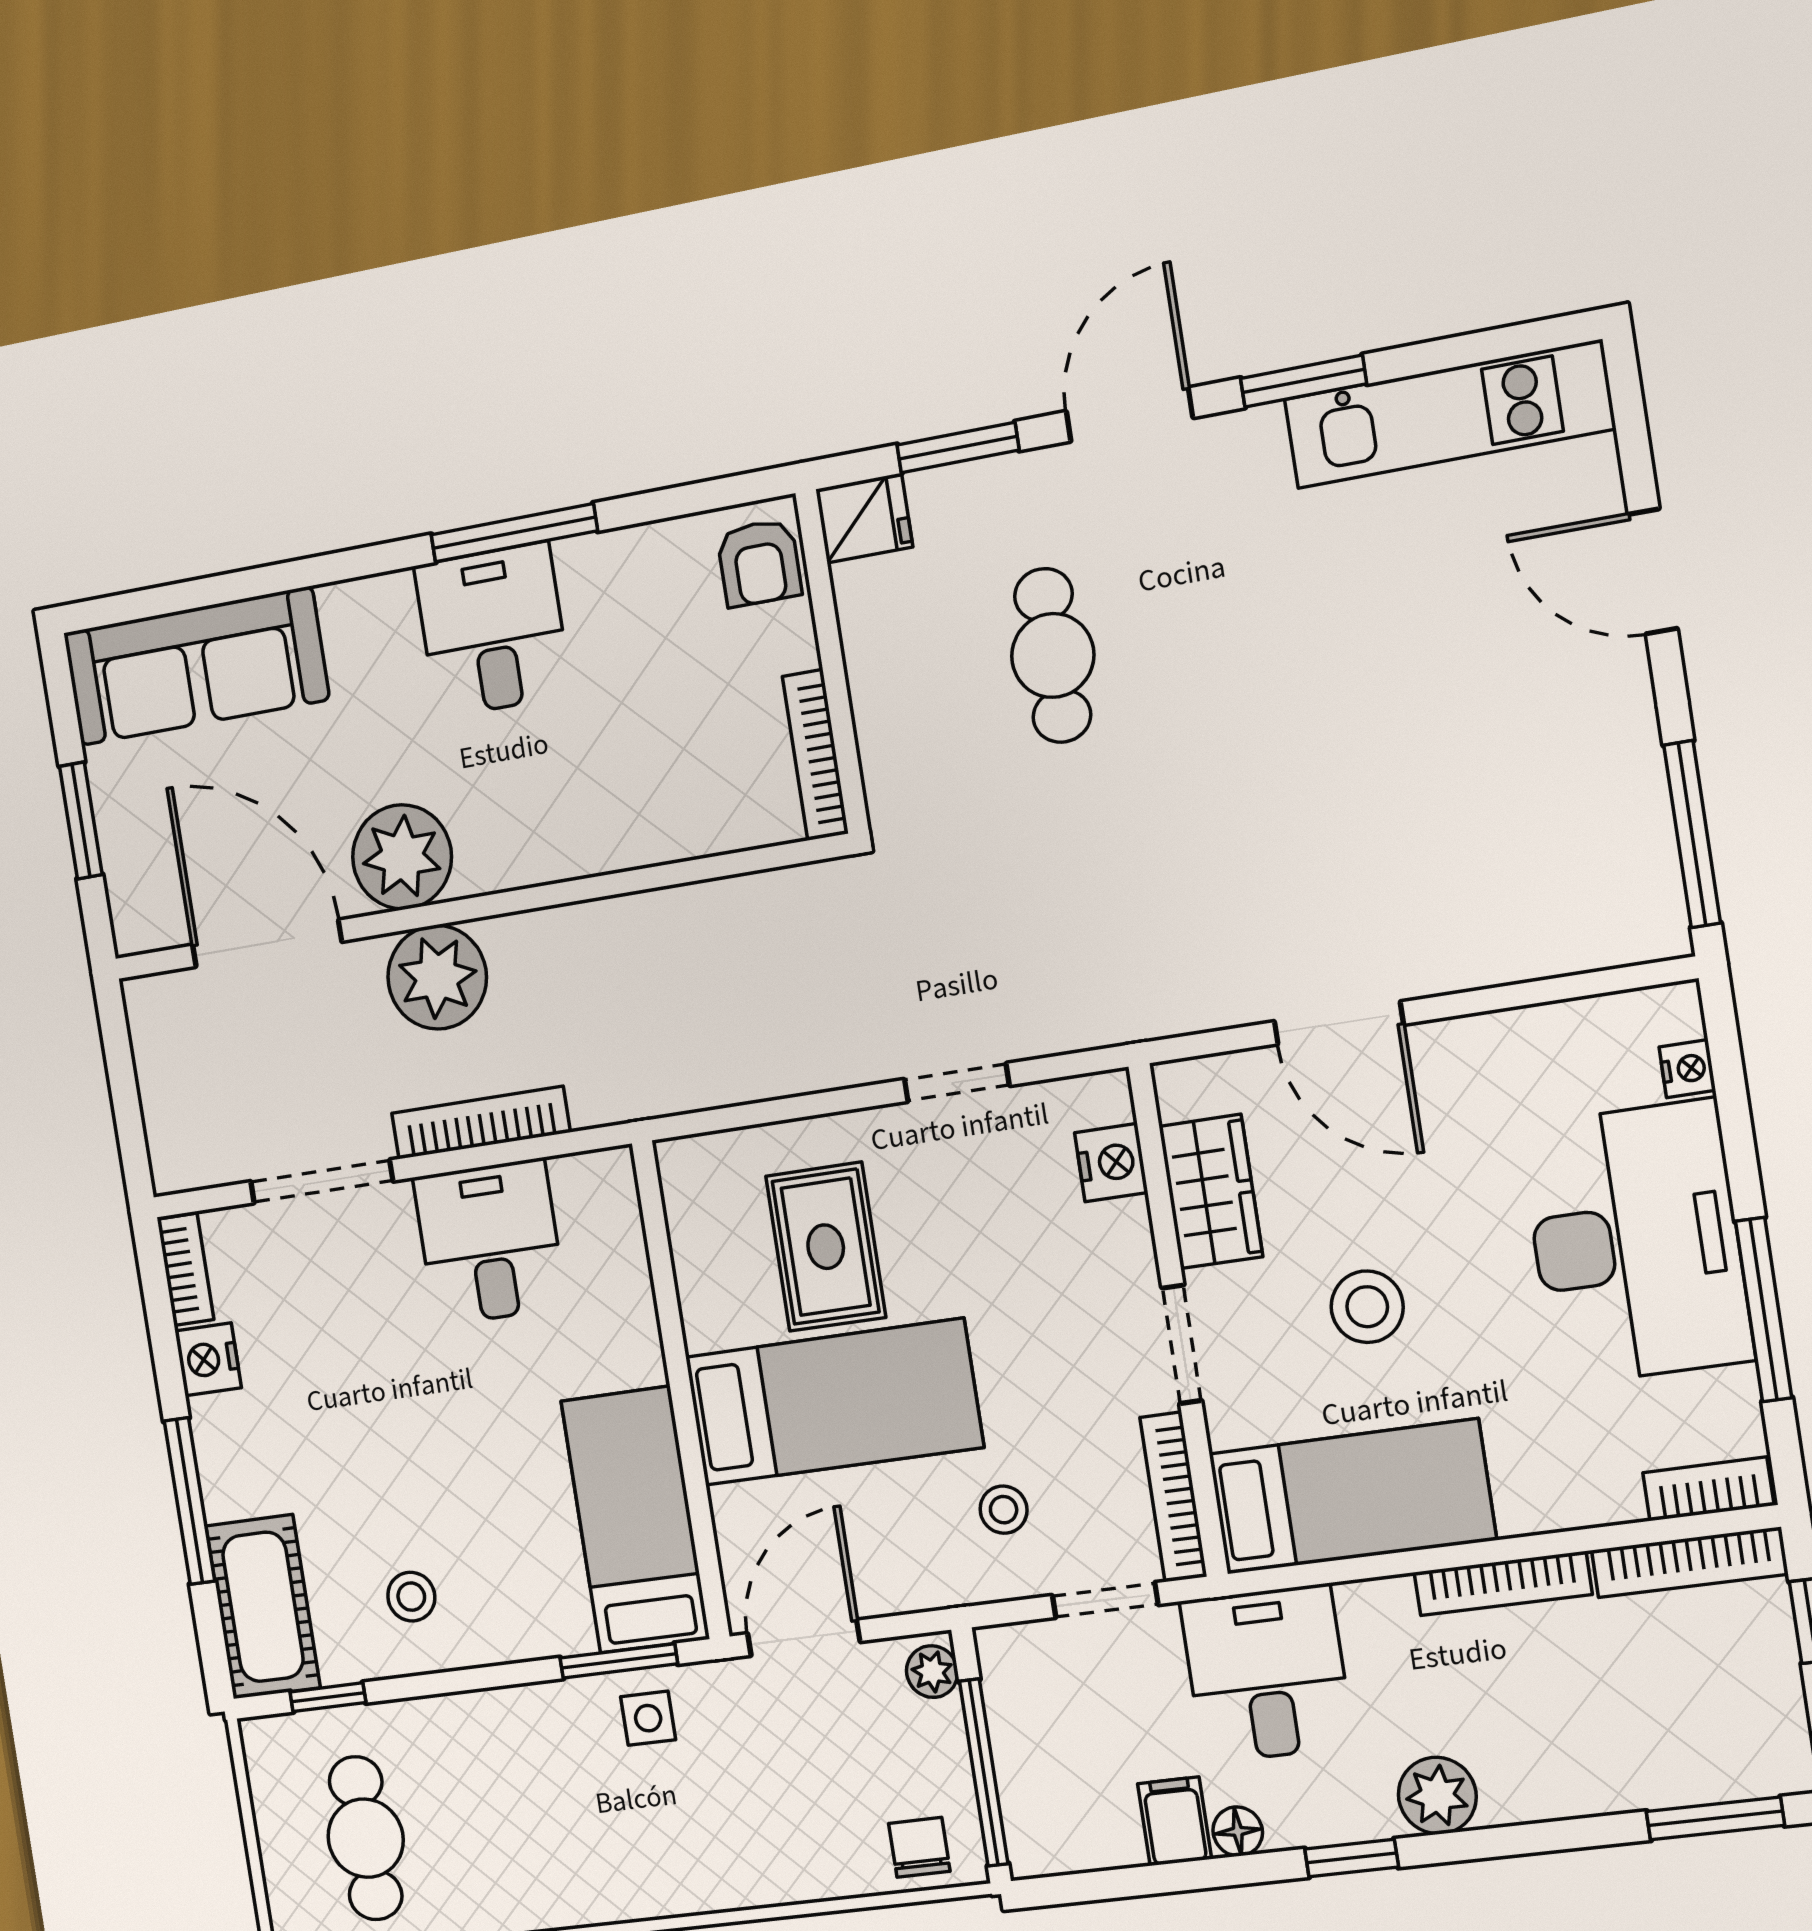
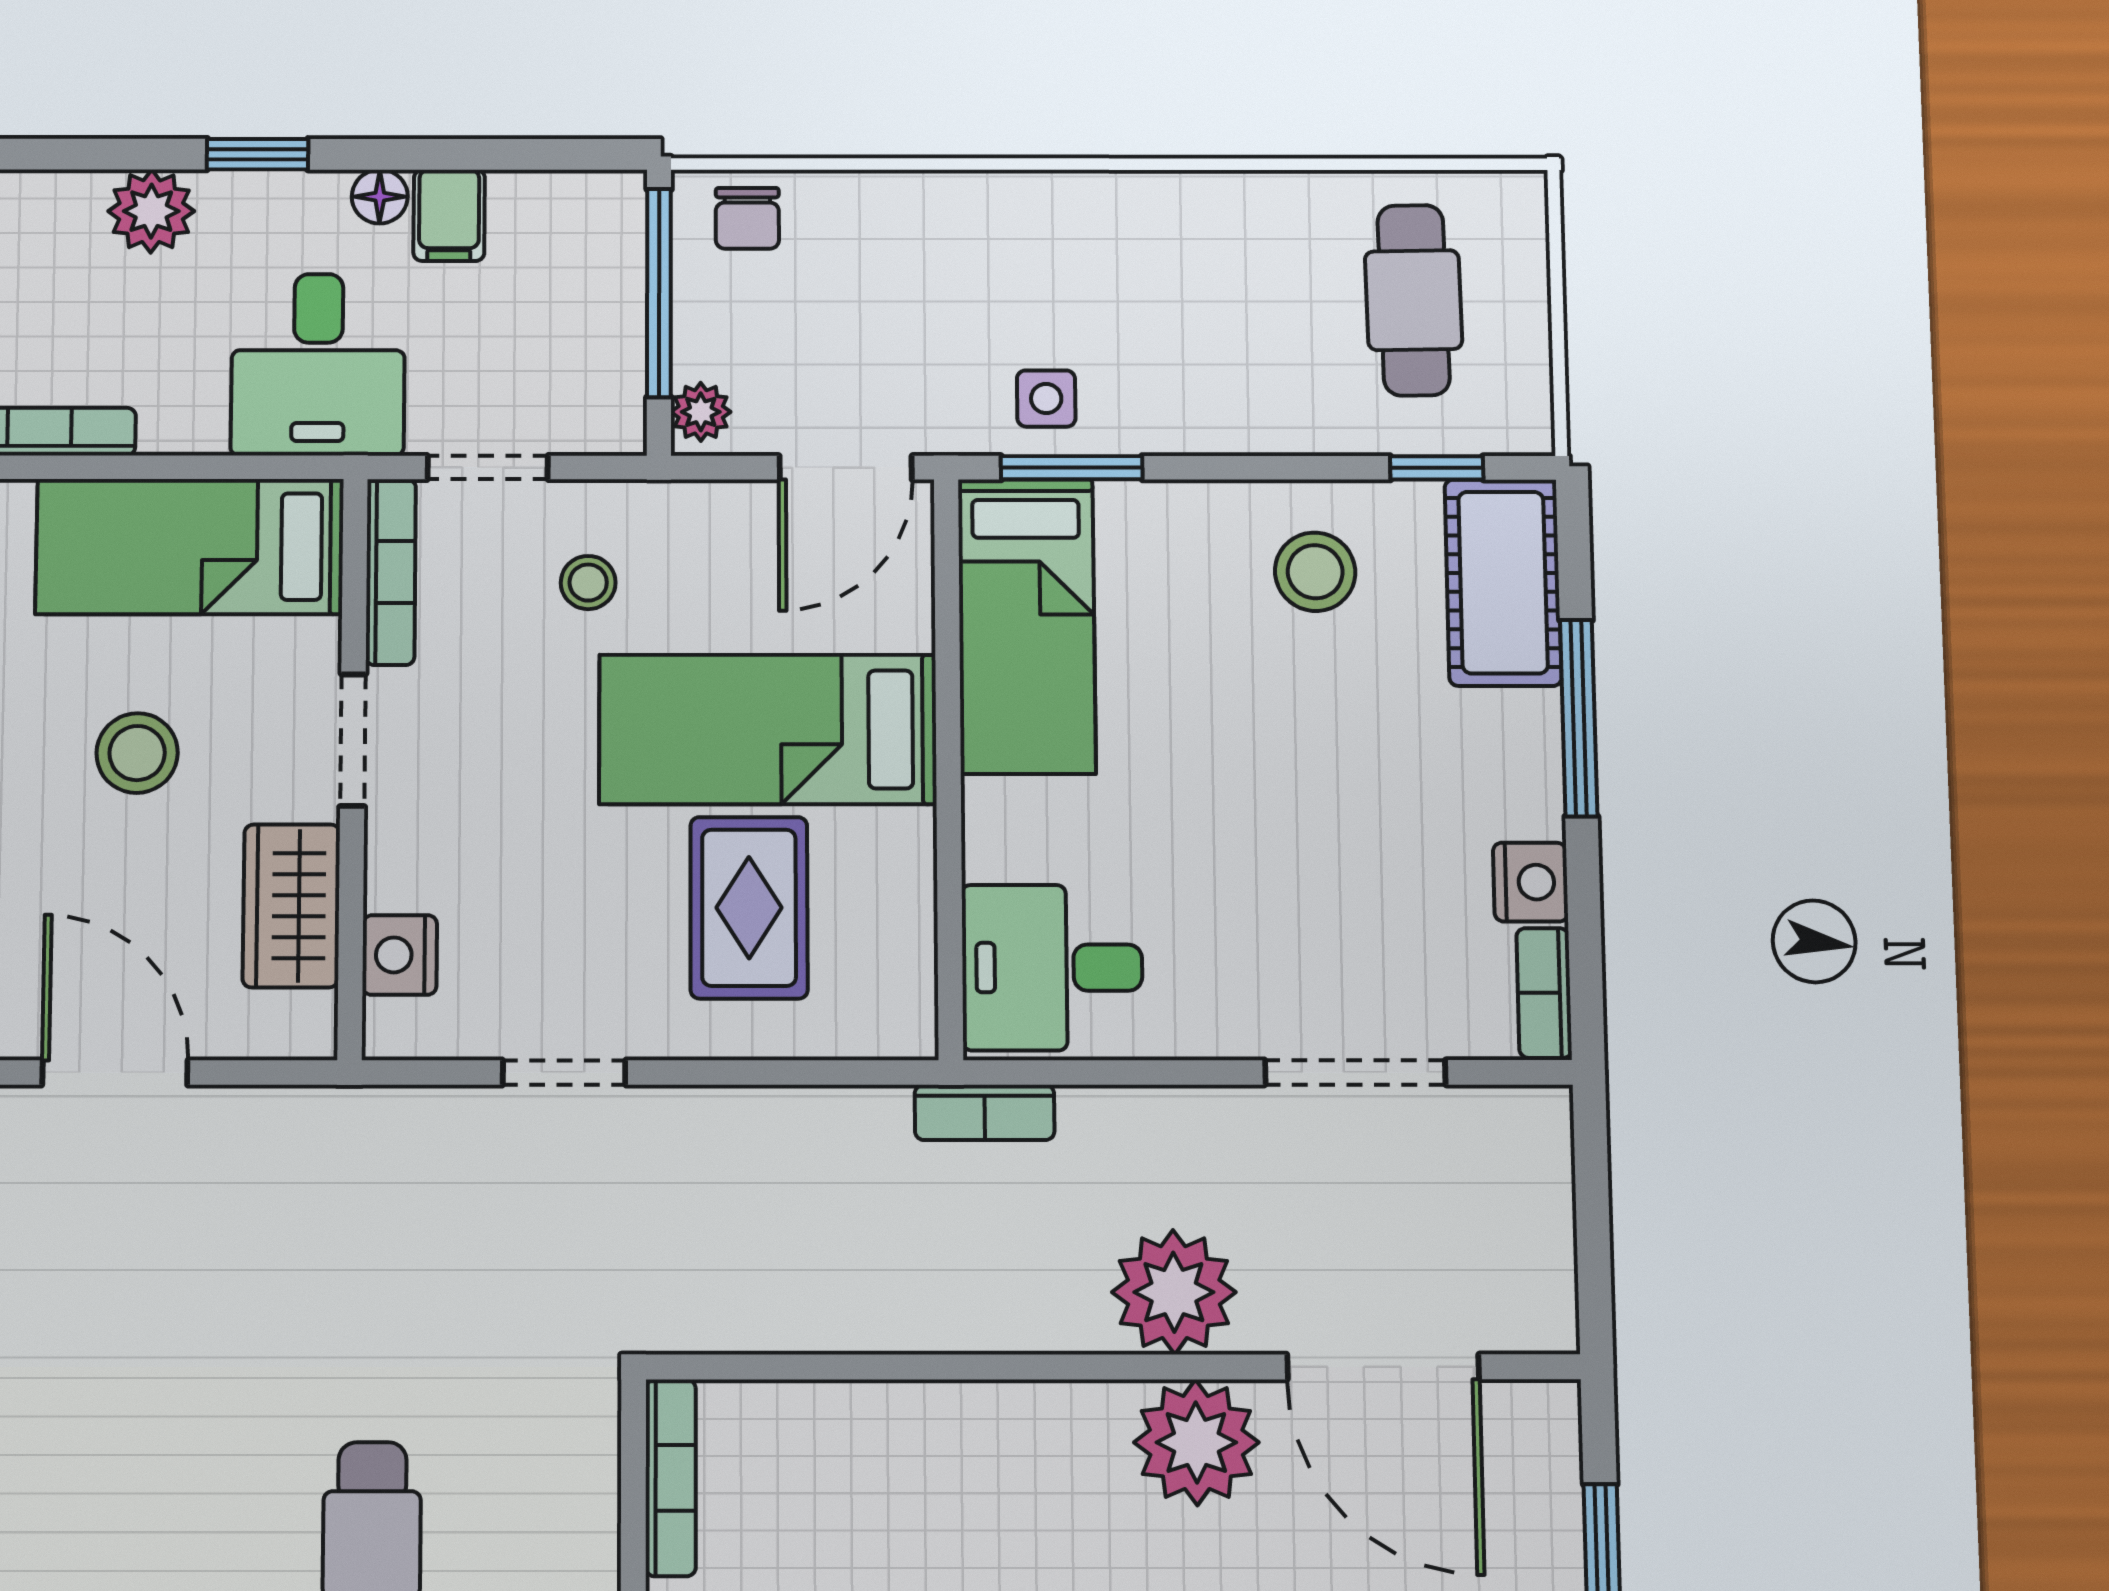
bookcase: (481, 1123) -> (985, 1112), moved, width x0.64
desk: (490, 1242) -> (1052, 968), moved, turned 90
stool: (411, 1597) -> (1315, 572), width x1.37, depth x1.37

